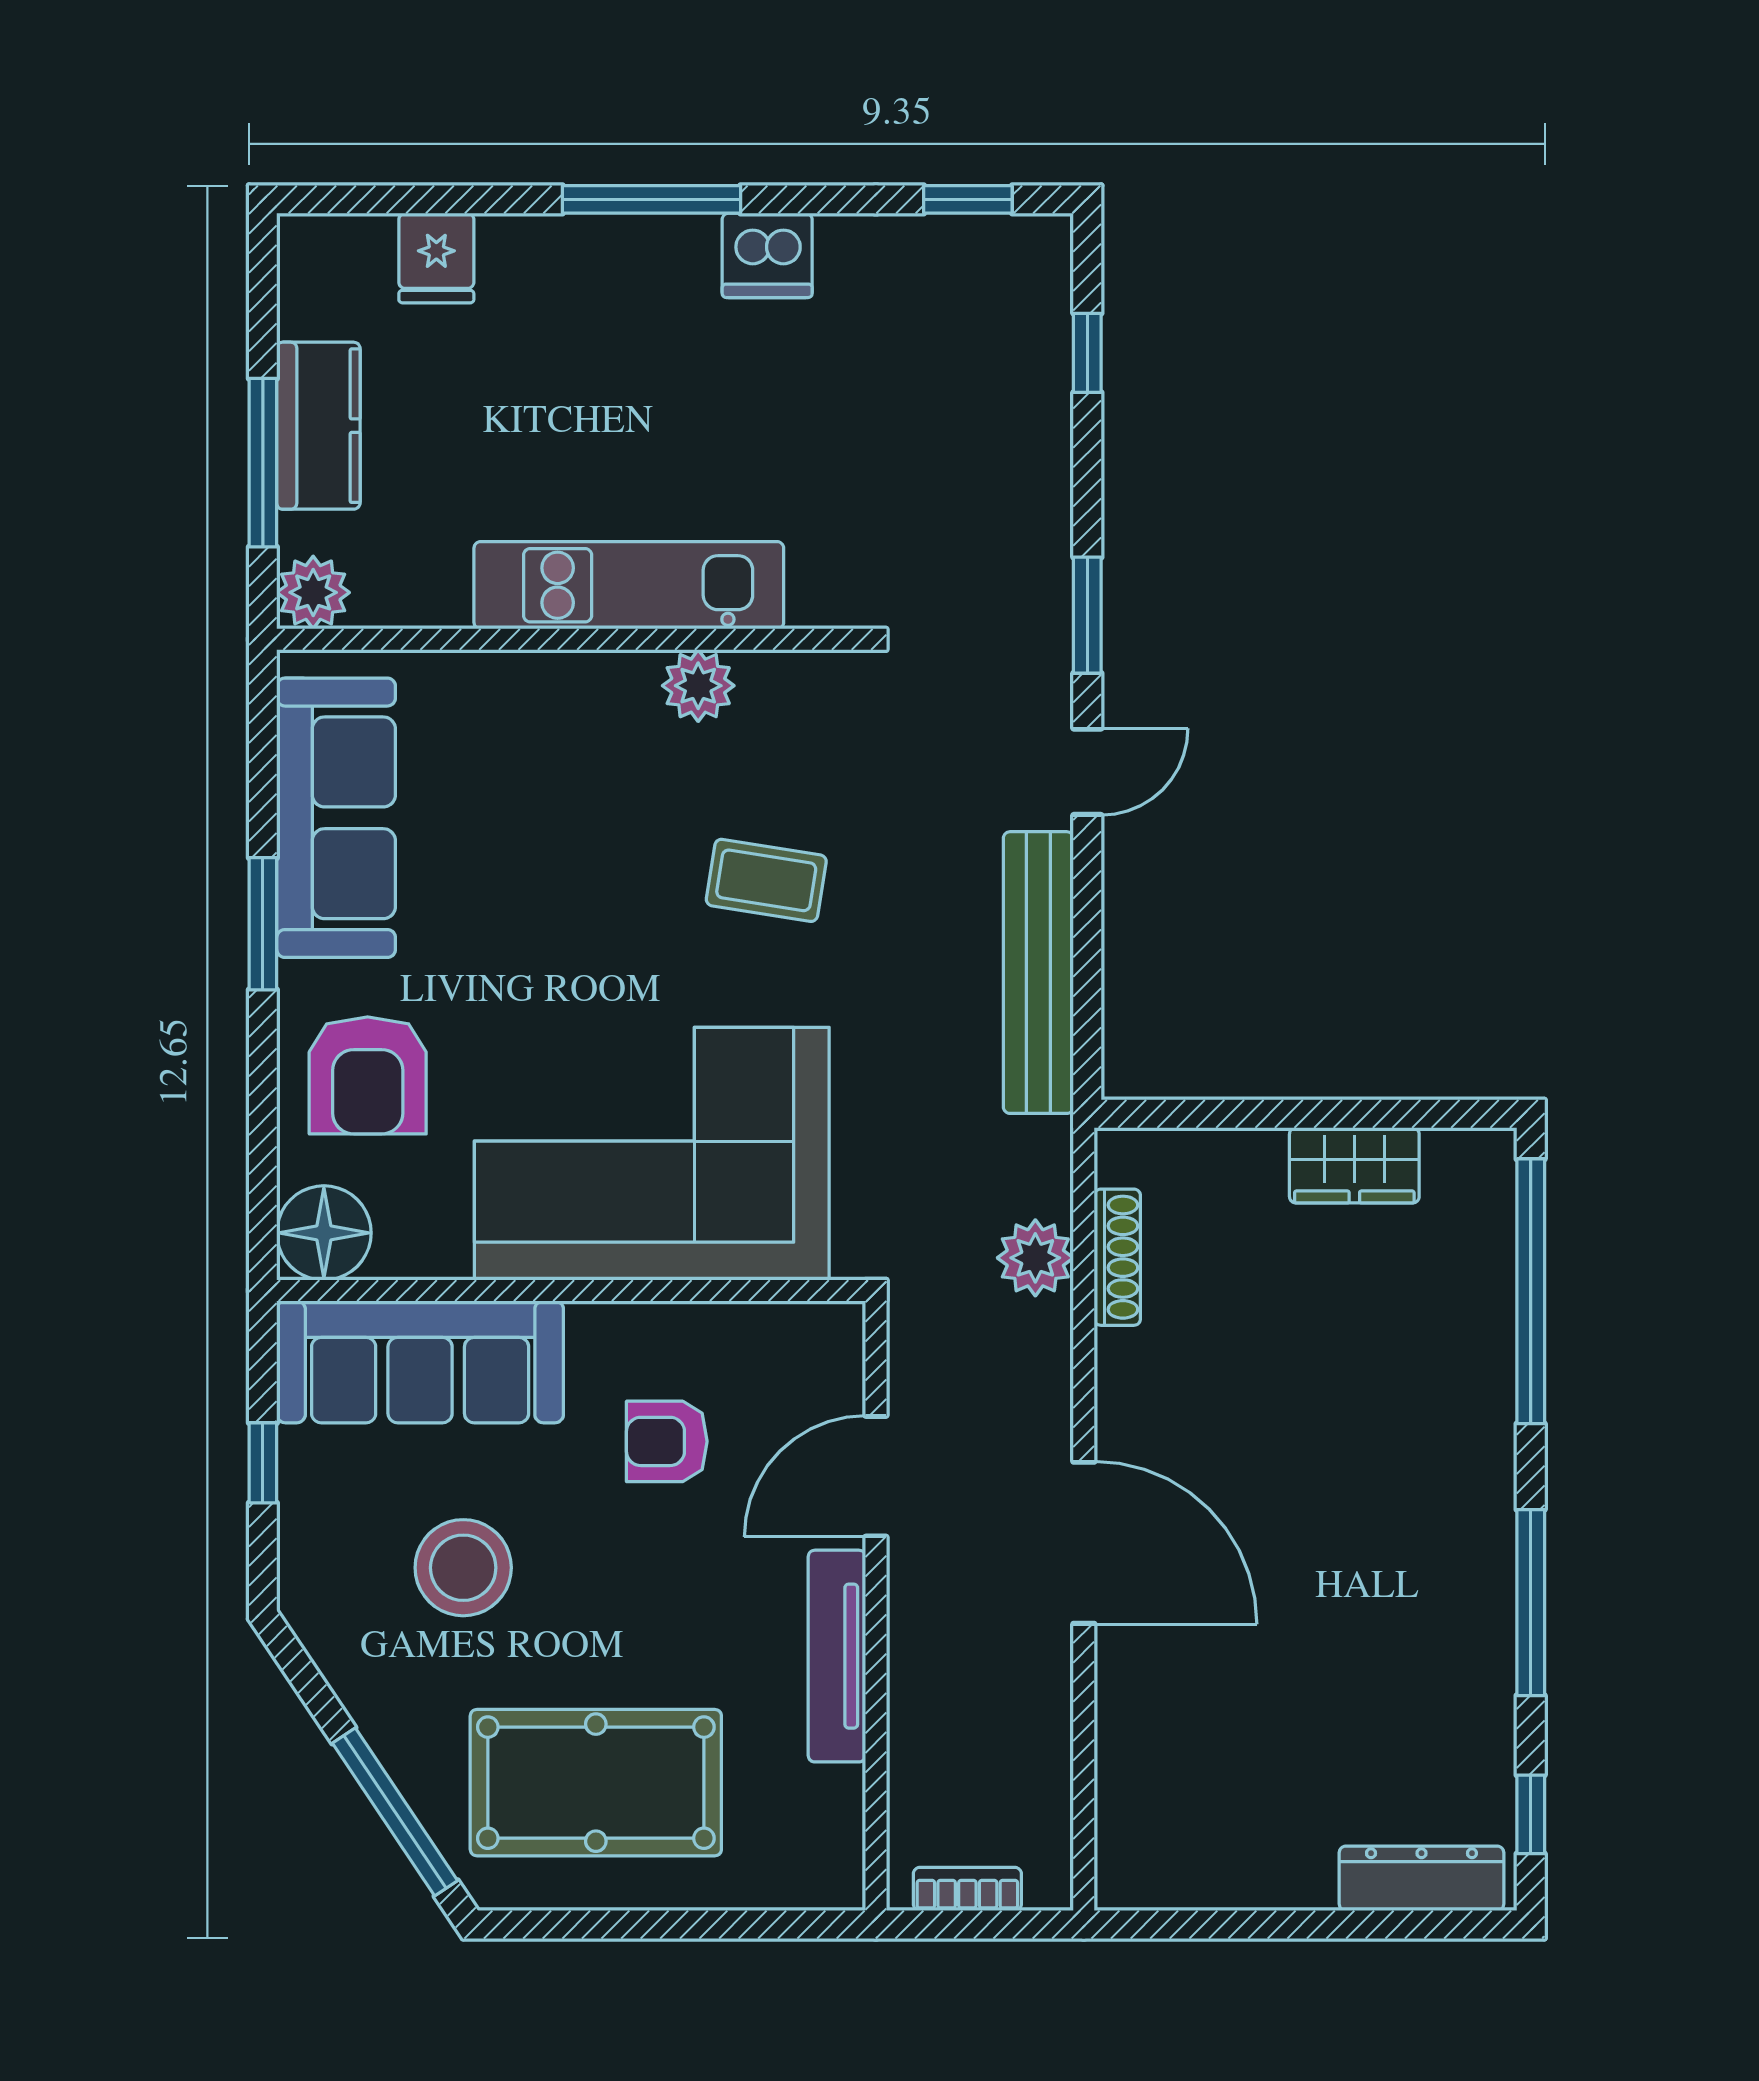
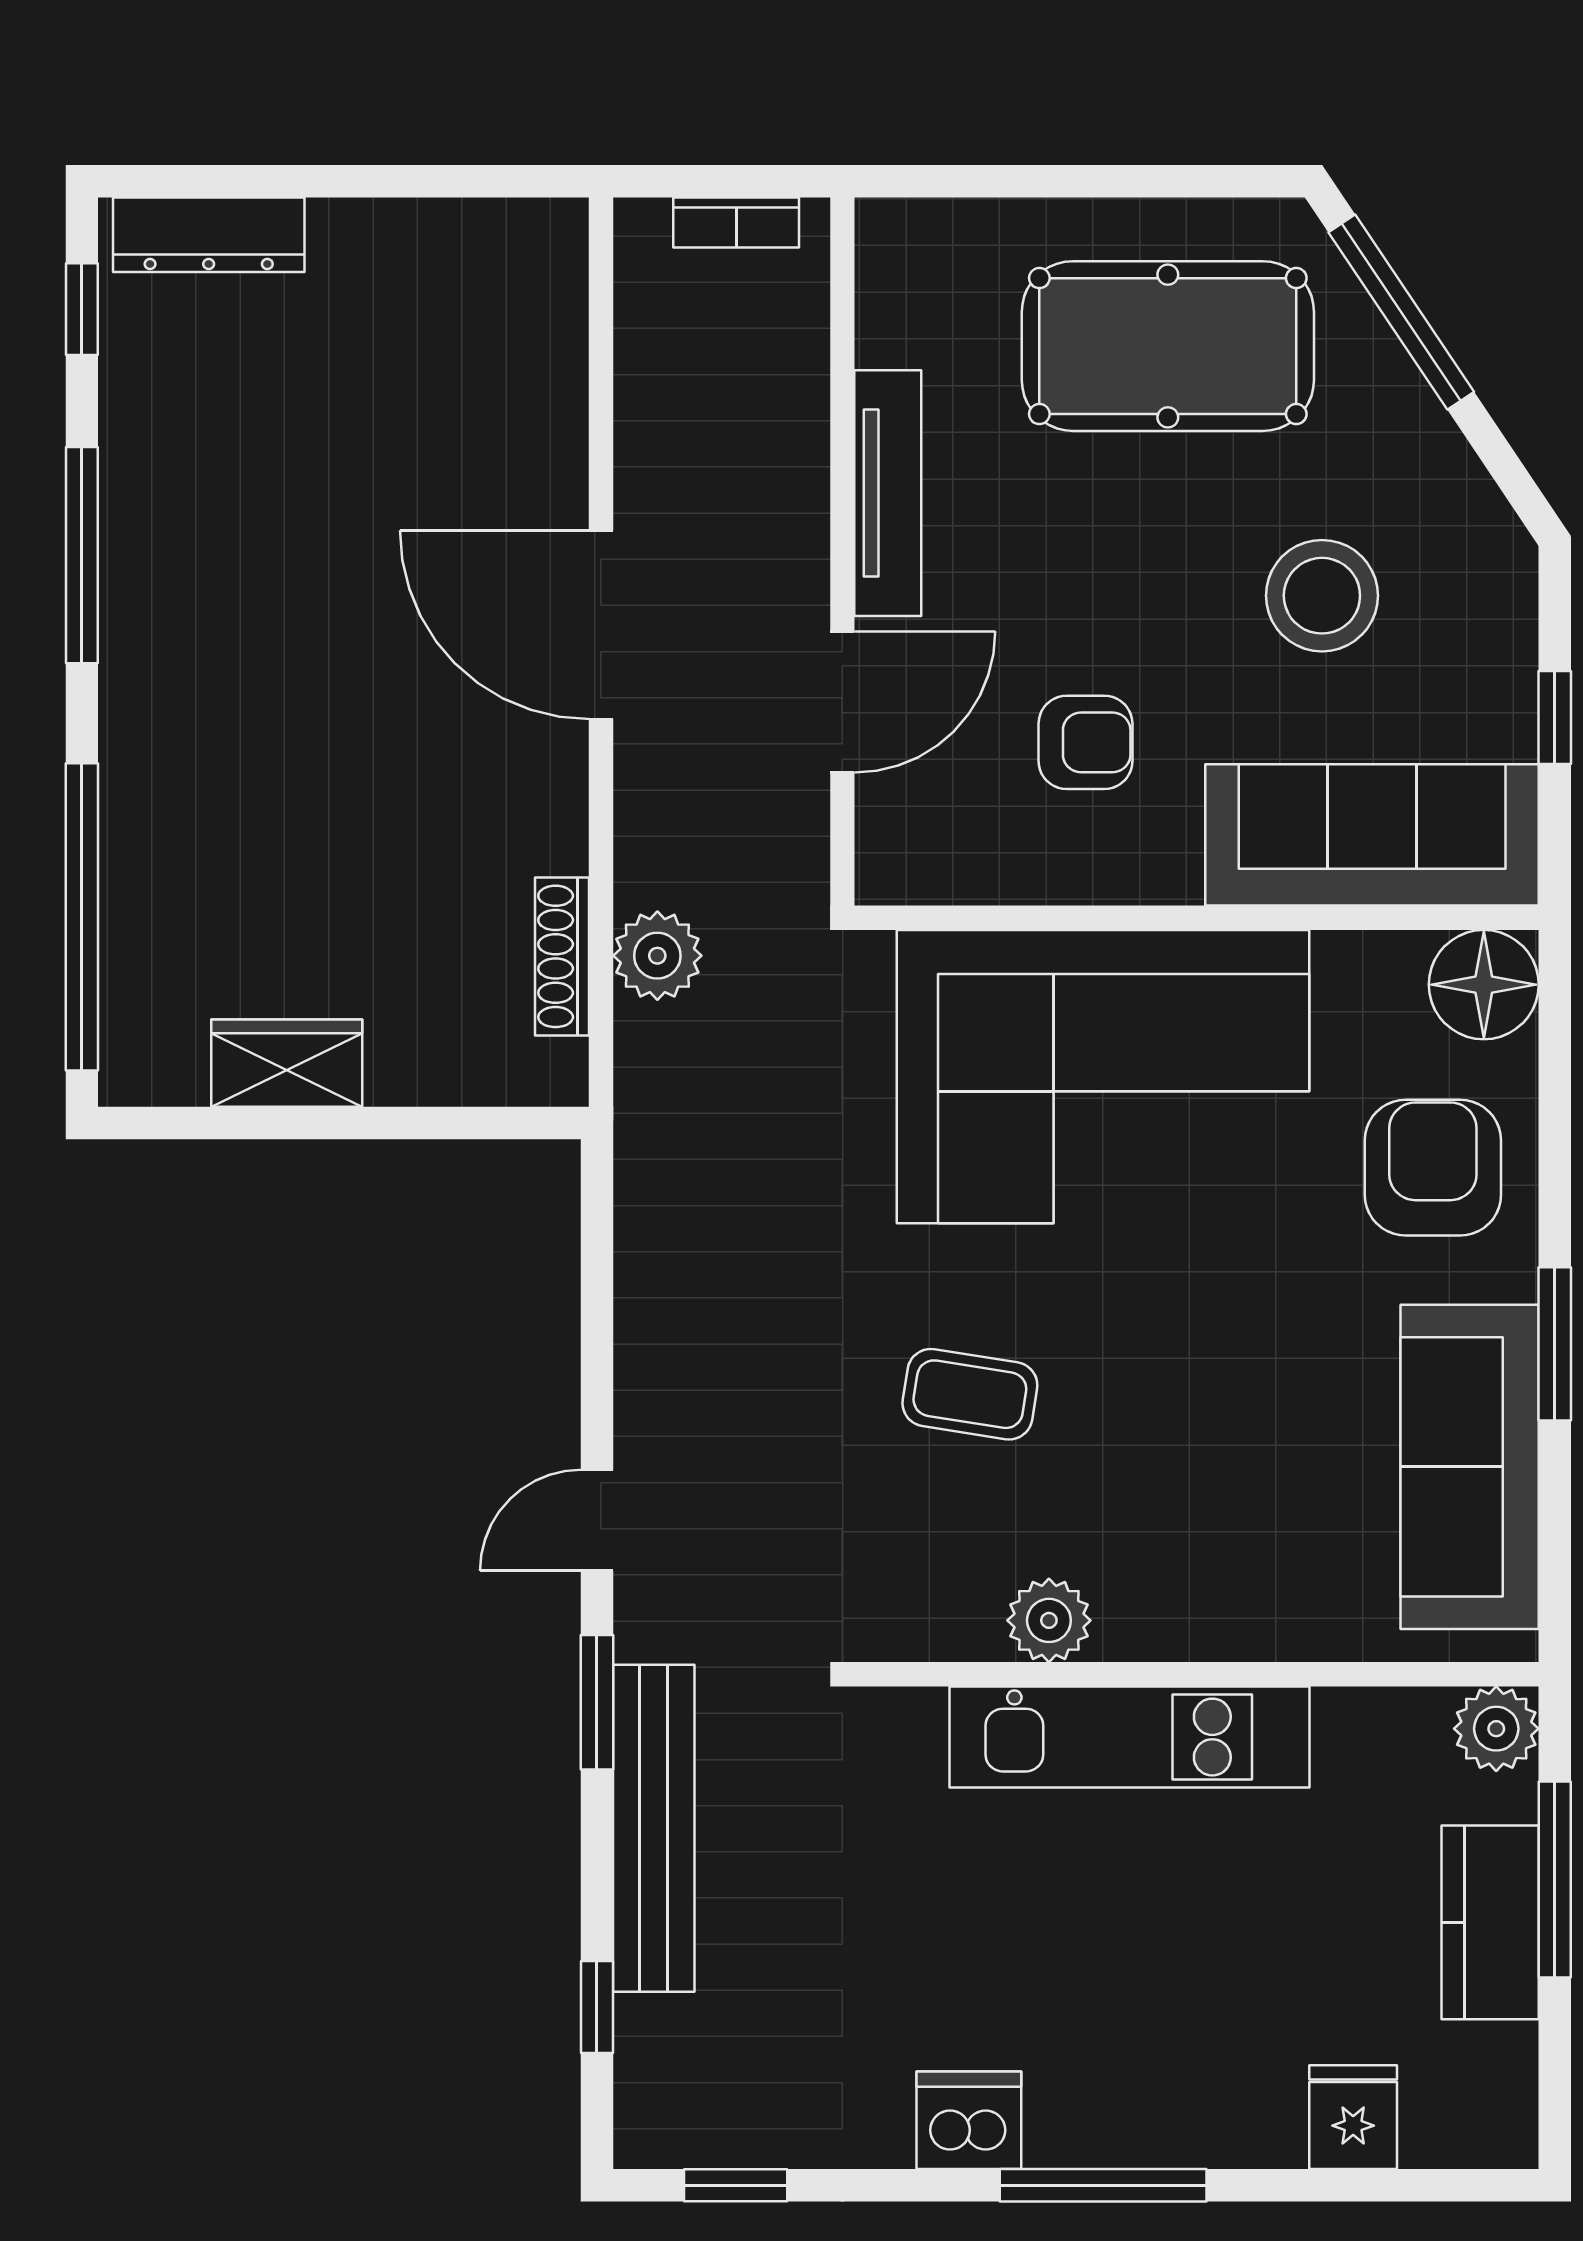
bench: (1038, 973) -> (654, 1828), moved

